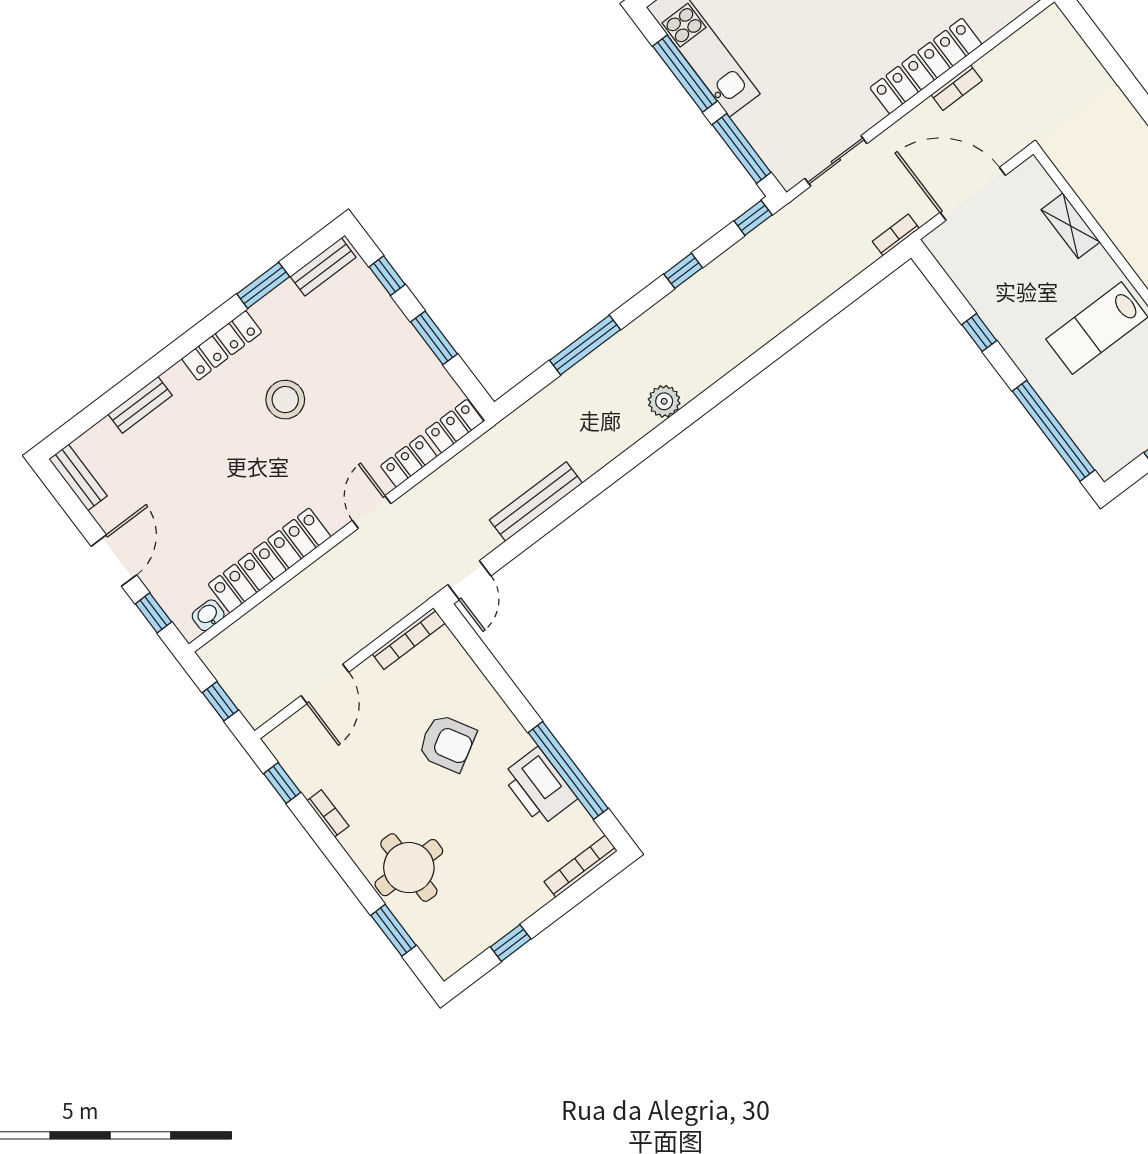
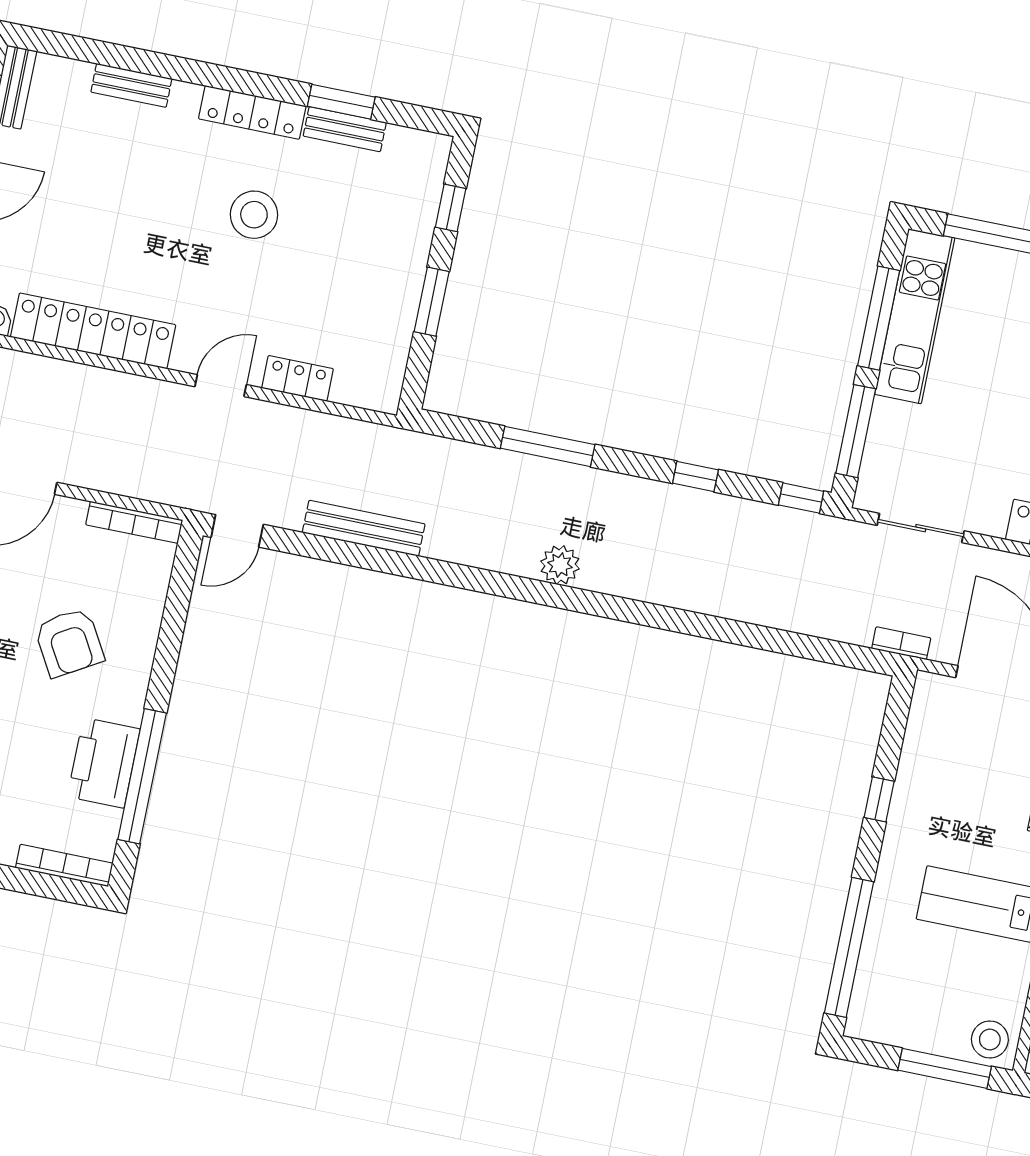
bench: (323, 267) -> (345, 129), moved
locker: (454, 426) -> (367, 392), removed

